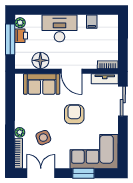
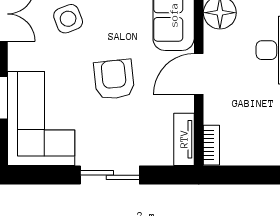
sliding door: (123, 101) -> (110, 175), moved
armchair: (74, 114) -> (114, 79), turned -96

